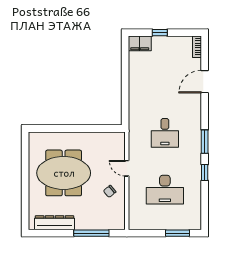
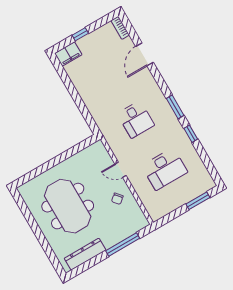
meeting table: (64, 173) -> (68, 206), turned 90

